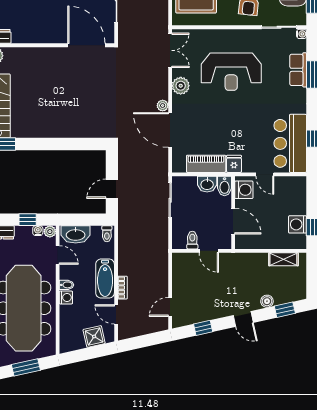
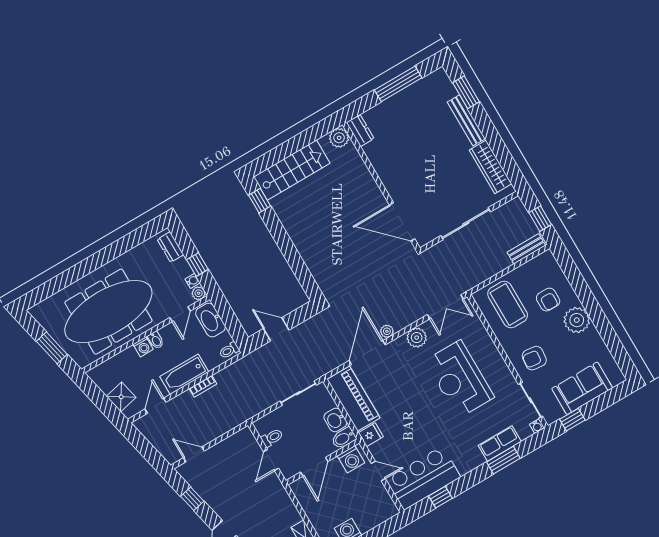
door: (86, 45) -> (402, 222), swing flipped
piano: (206, 164) -> (353, 399), width x1.37, depth x1.33
door: (265, 174) -> (378, 471), swing flipped
bookcase: (123, 288) -> (203, 386), moved

